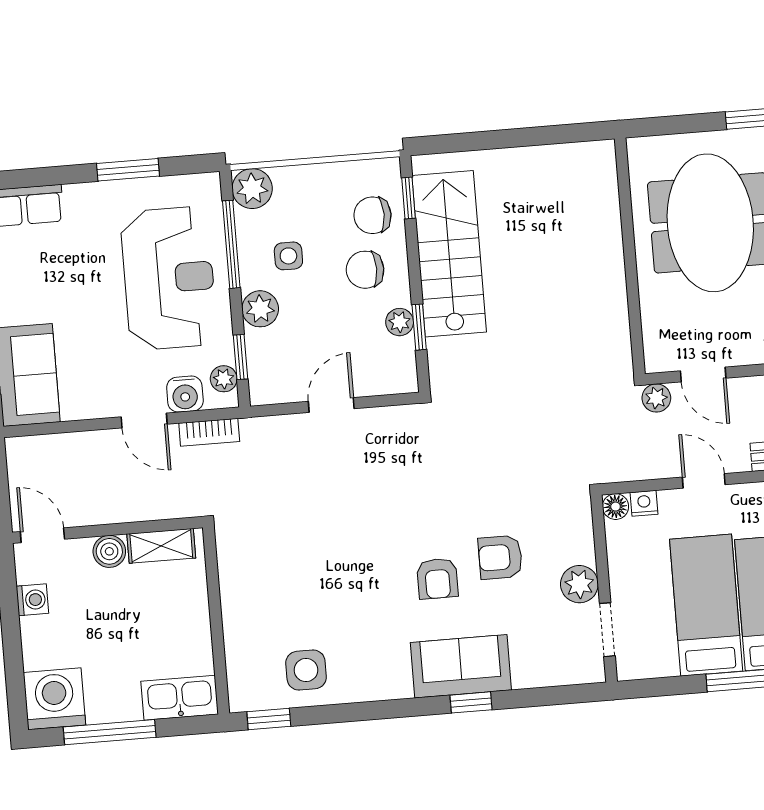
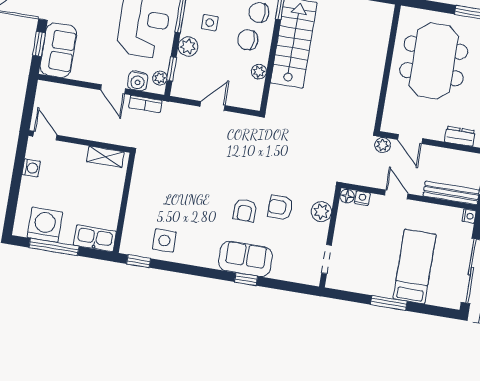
window: (419, 327) -> (268, 77), removed
boiler: (109, 551) -> (78, 153), removed
plant: (579, 584) -> (321, 212), moved
bed: (706, 605) -> (381, 259), removed
washing machine: (55, 699) -> (45, 225), moved

